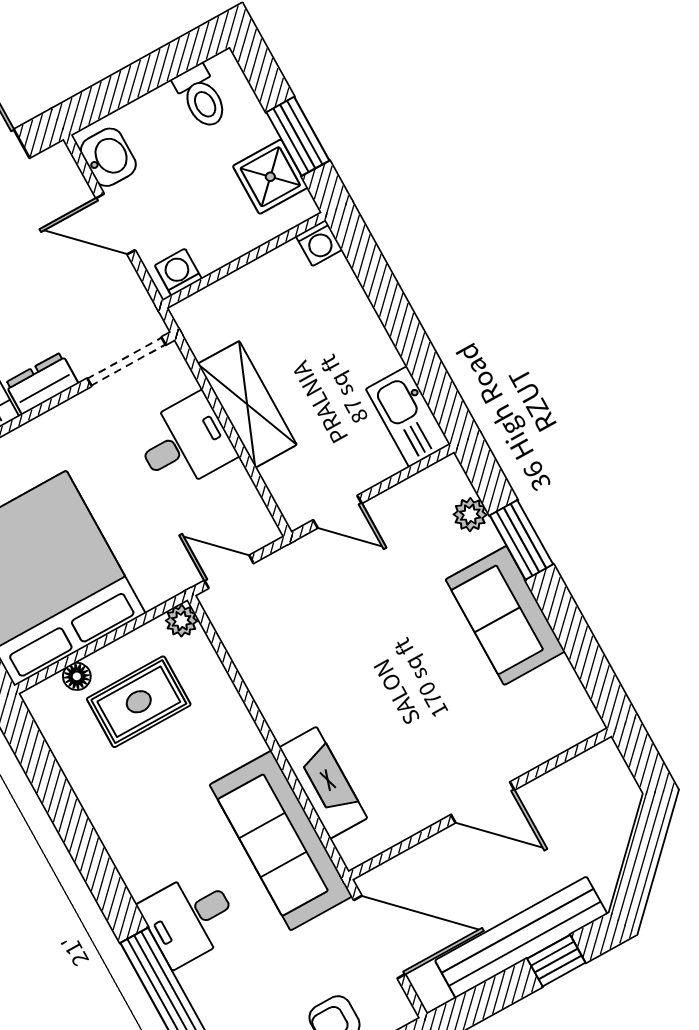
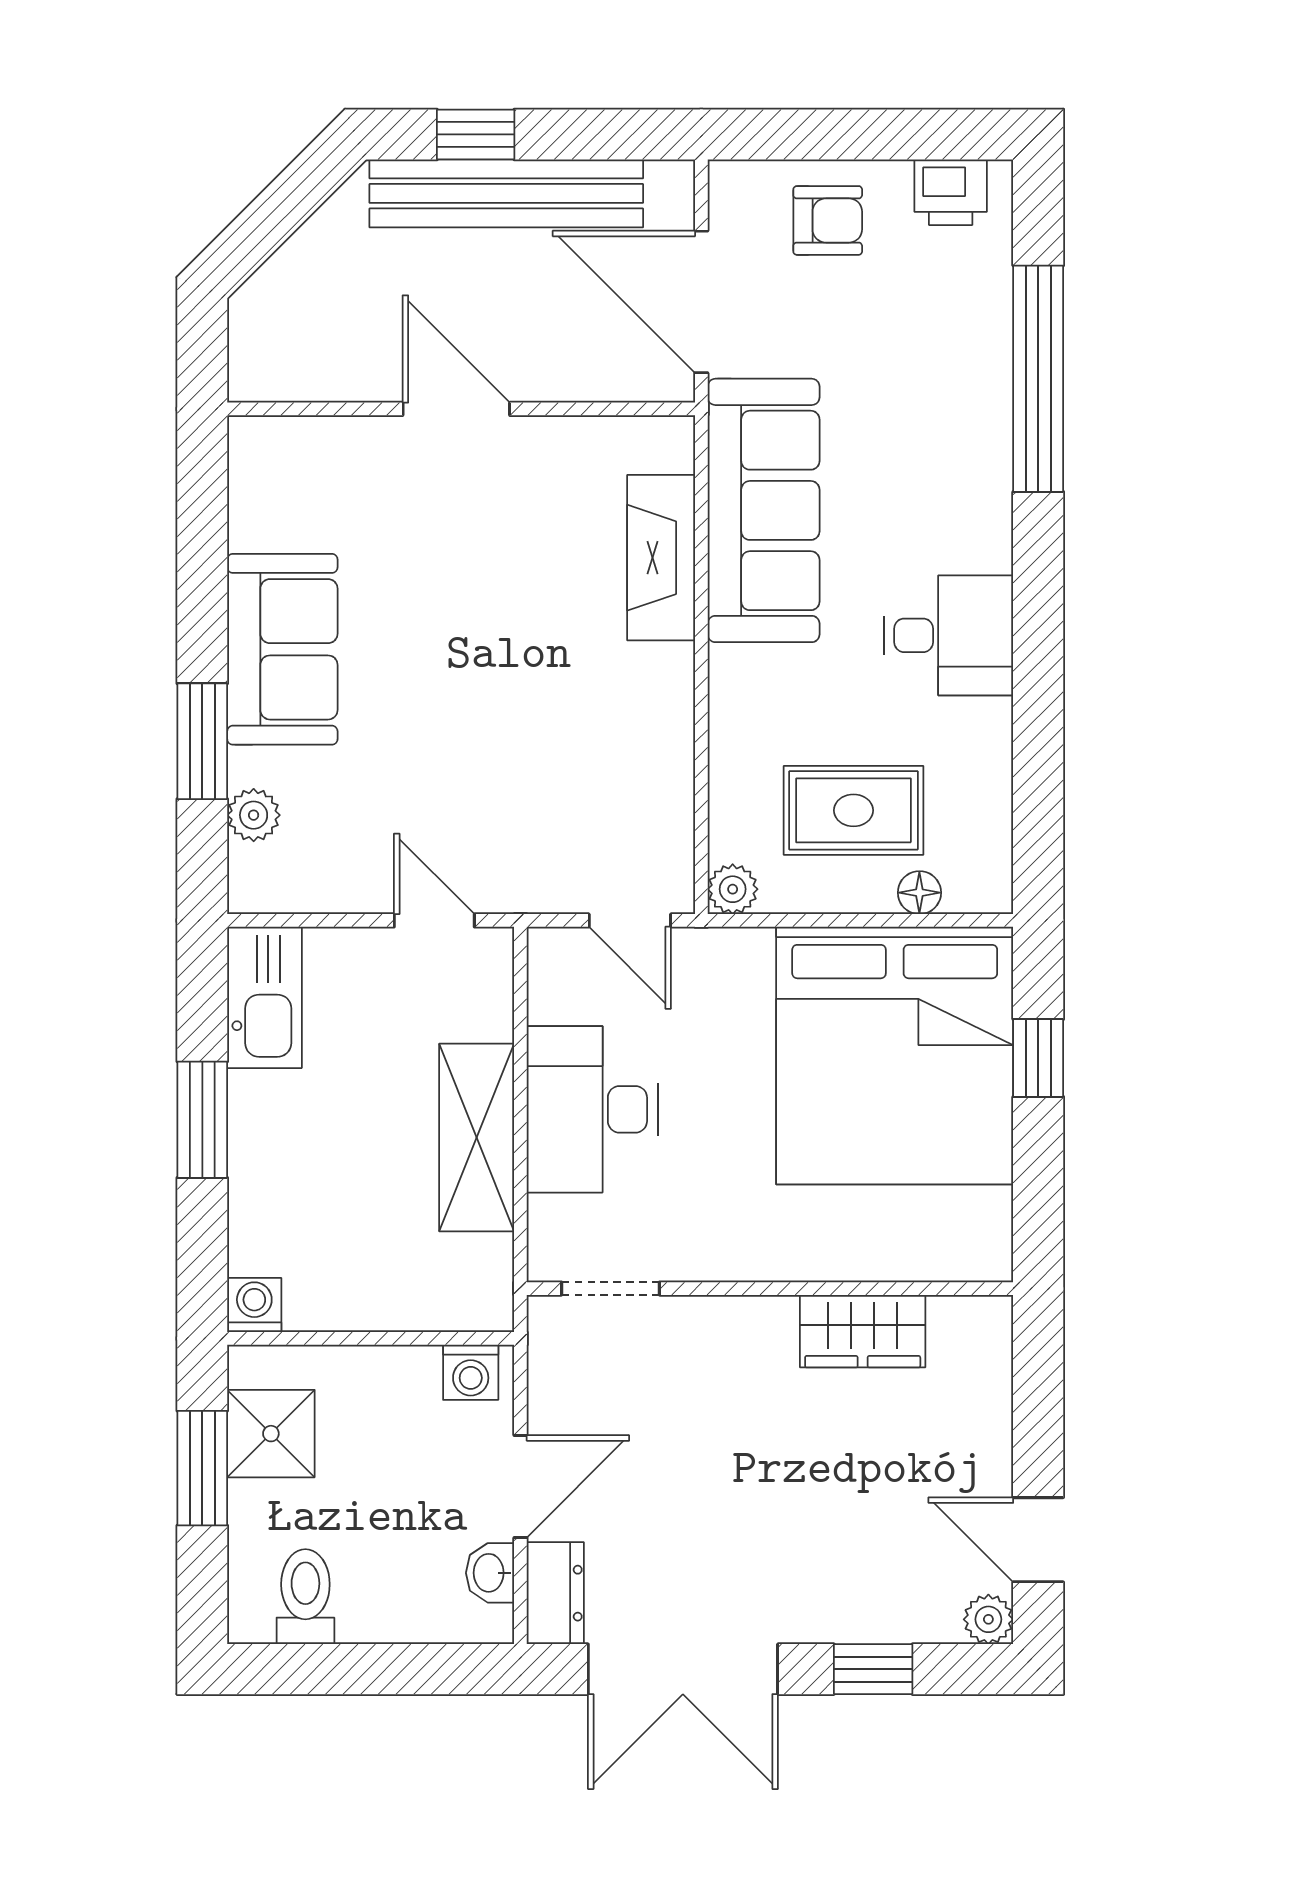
washbasin: (108, 157) -> (490, 1573), width x0.72, depth x0.69
door: (116, 224) -> (520, 1486), hinge flipped
window: (405, 330) -> (202, 1120), added
doorway: (126, 362) -> (611, 1289), width x0.73
dresser: (42, 383) -> (555, 1593), moved, turned -90
desk: (185, 443) -> (592, 1109), width x1.37
desk: (190, 918) -> (949, 635), moved

